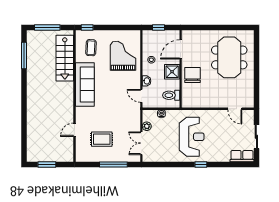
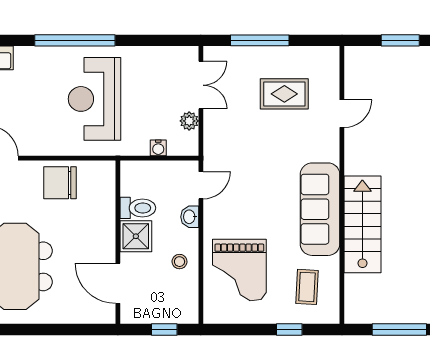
window: (87, 28) -> (289, 329), moved
door: (181, 49) -> (118, 283), swing flipped
stairs: (65, 58) -> (362, 224), moved
chair: (192, 75) -> (60, 183), moved, turned 90
toilet: (171, 95) -> (138, 208), moved
door: (141, 96) -> (201, 185), hinge flipped
window: (201, 164) -> (75, 40), width x3.17

